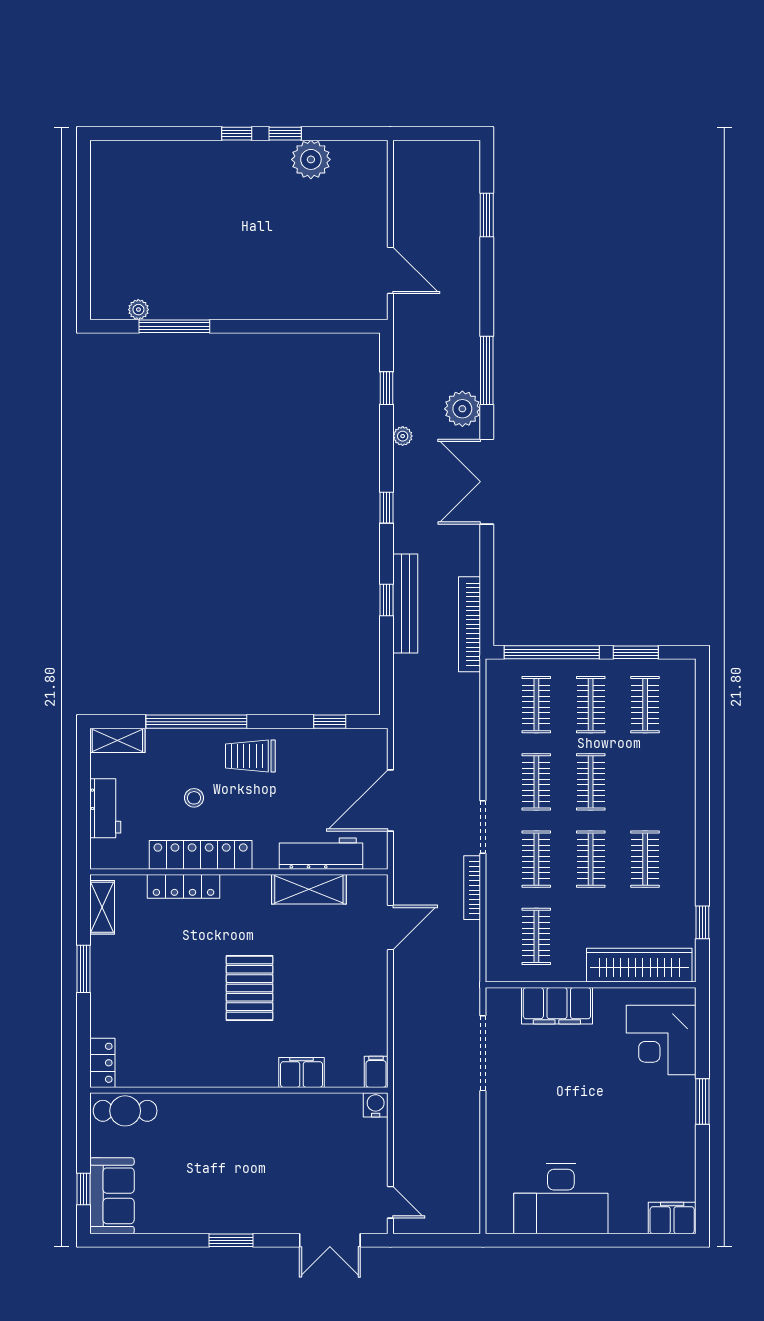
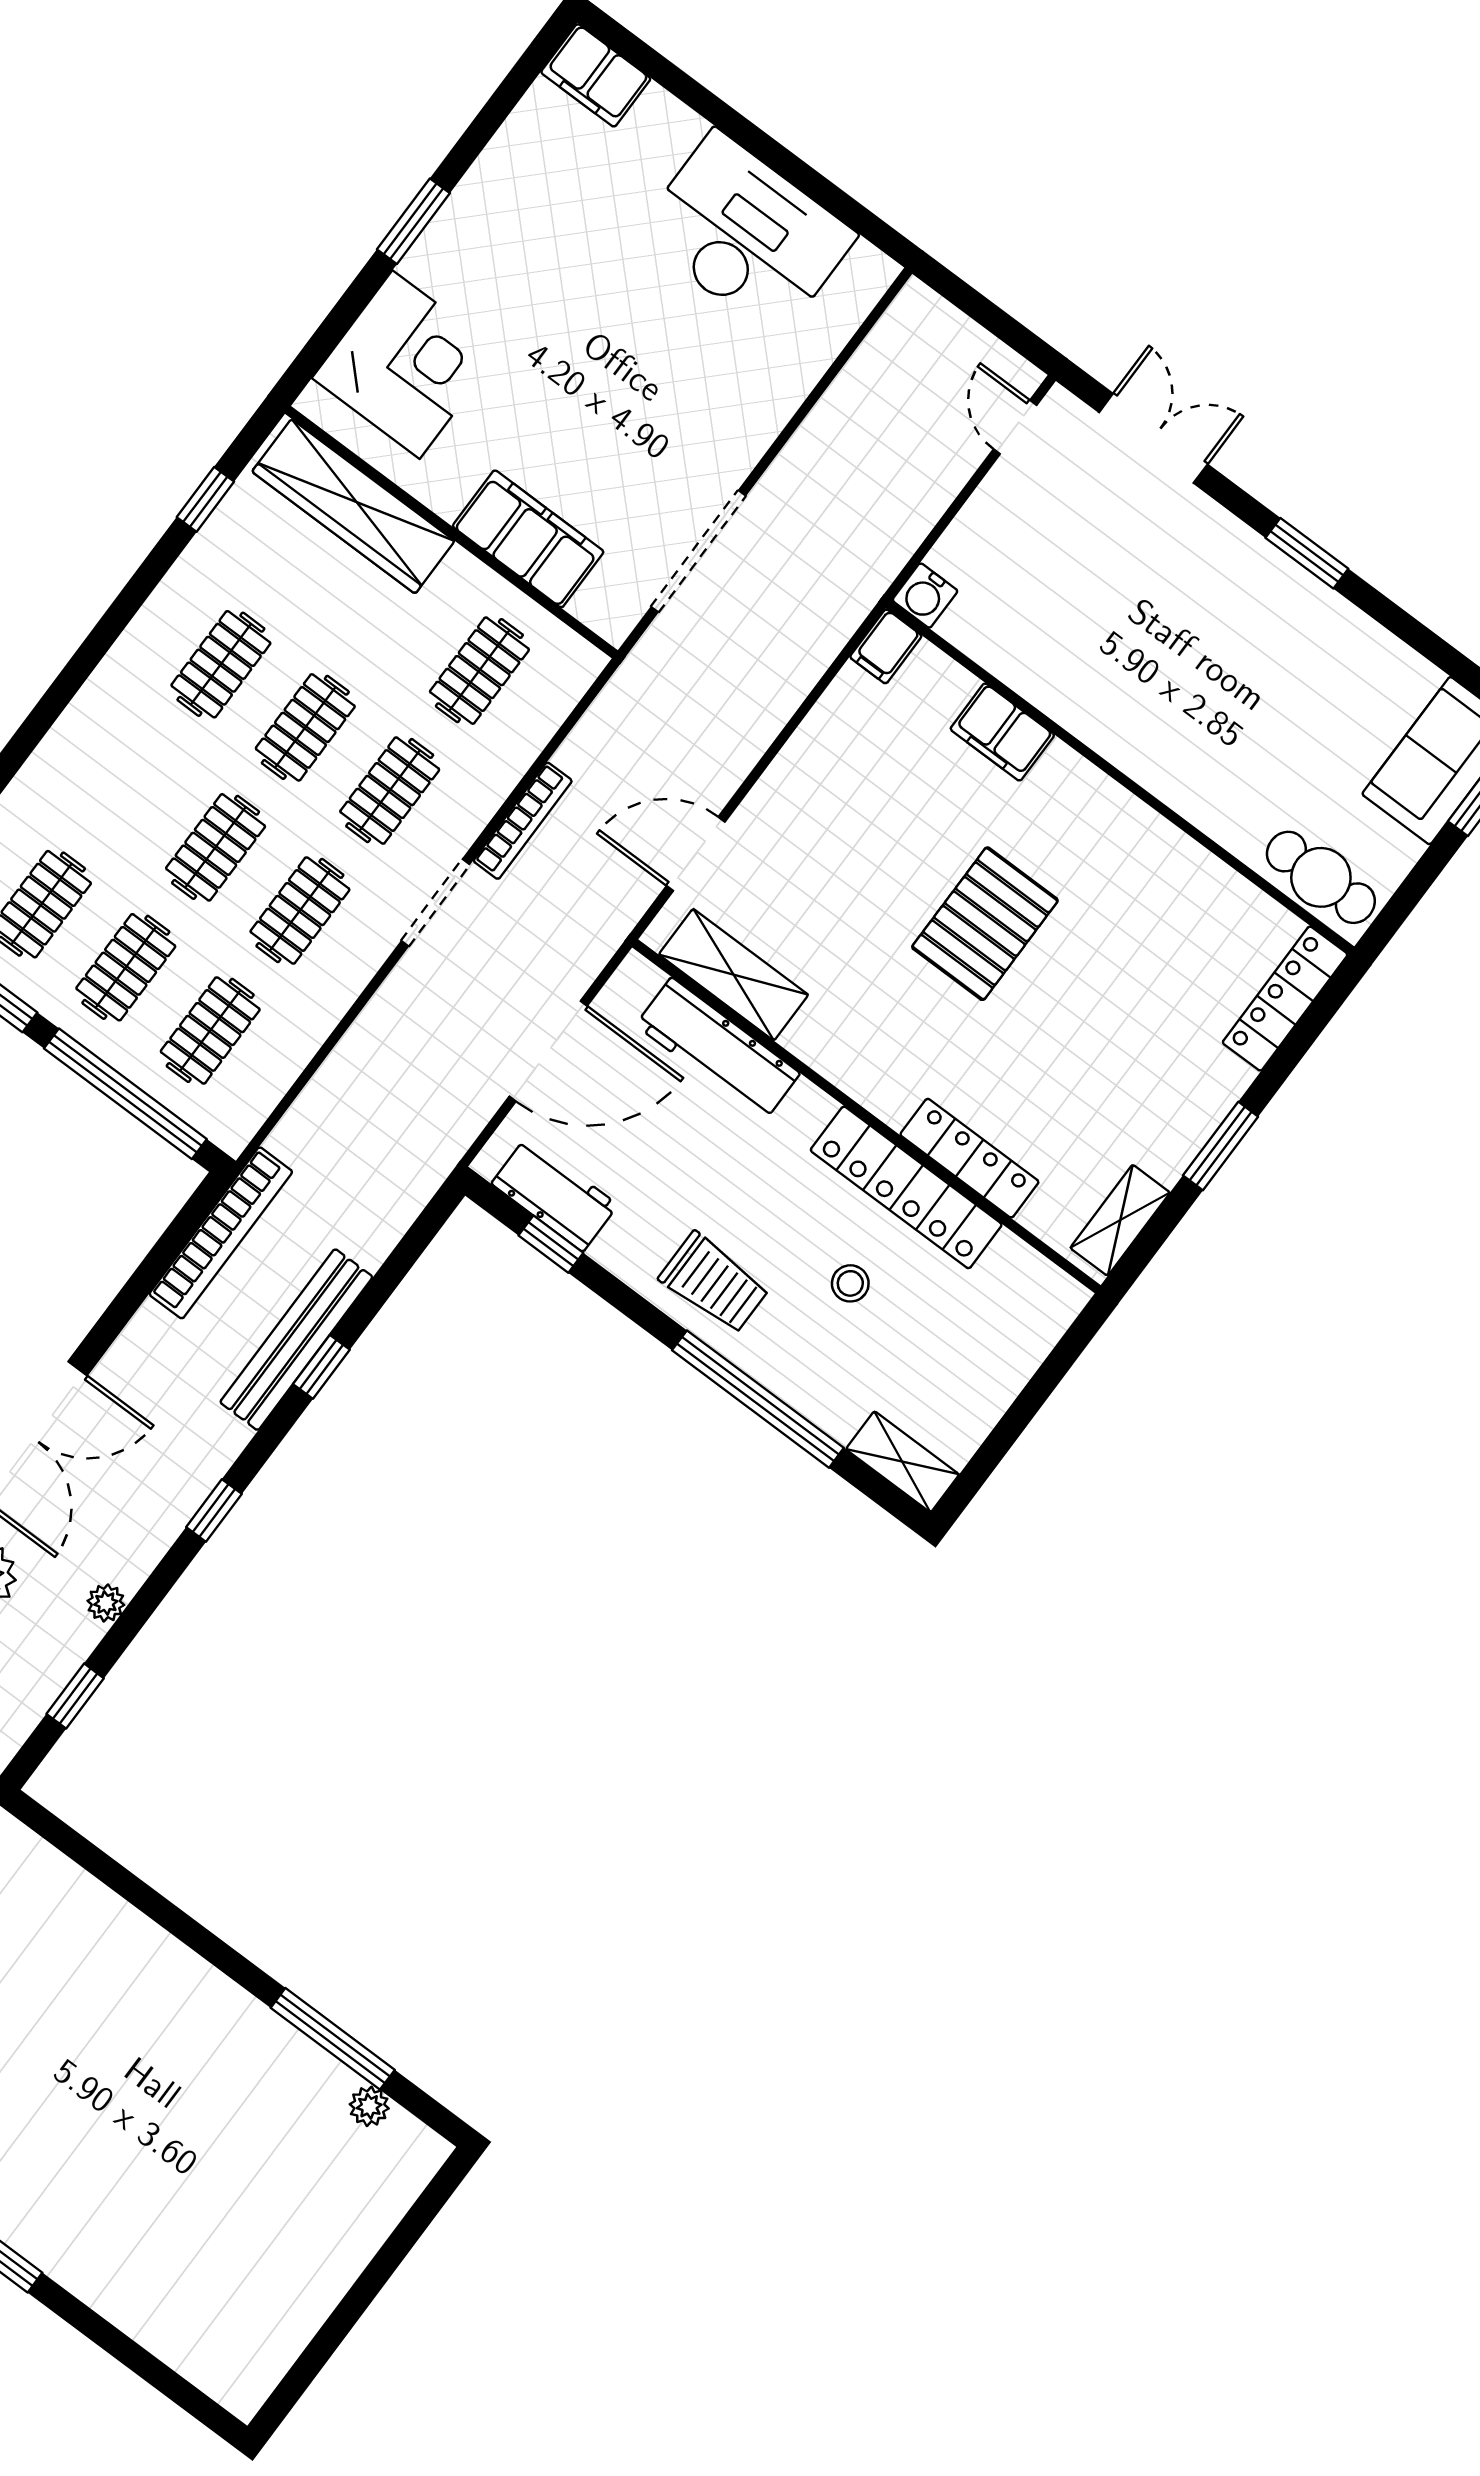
workbench: (105, 808) -> (555, 1194), moved, turned 90
shelving: (309, 889) -> (734, 975), moved
locker: (102, 1063) -> (1285, 999), width x1.53

